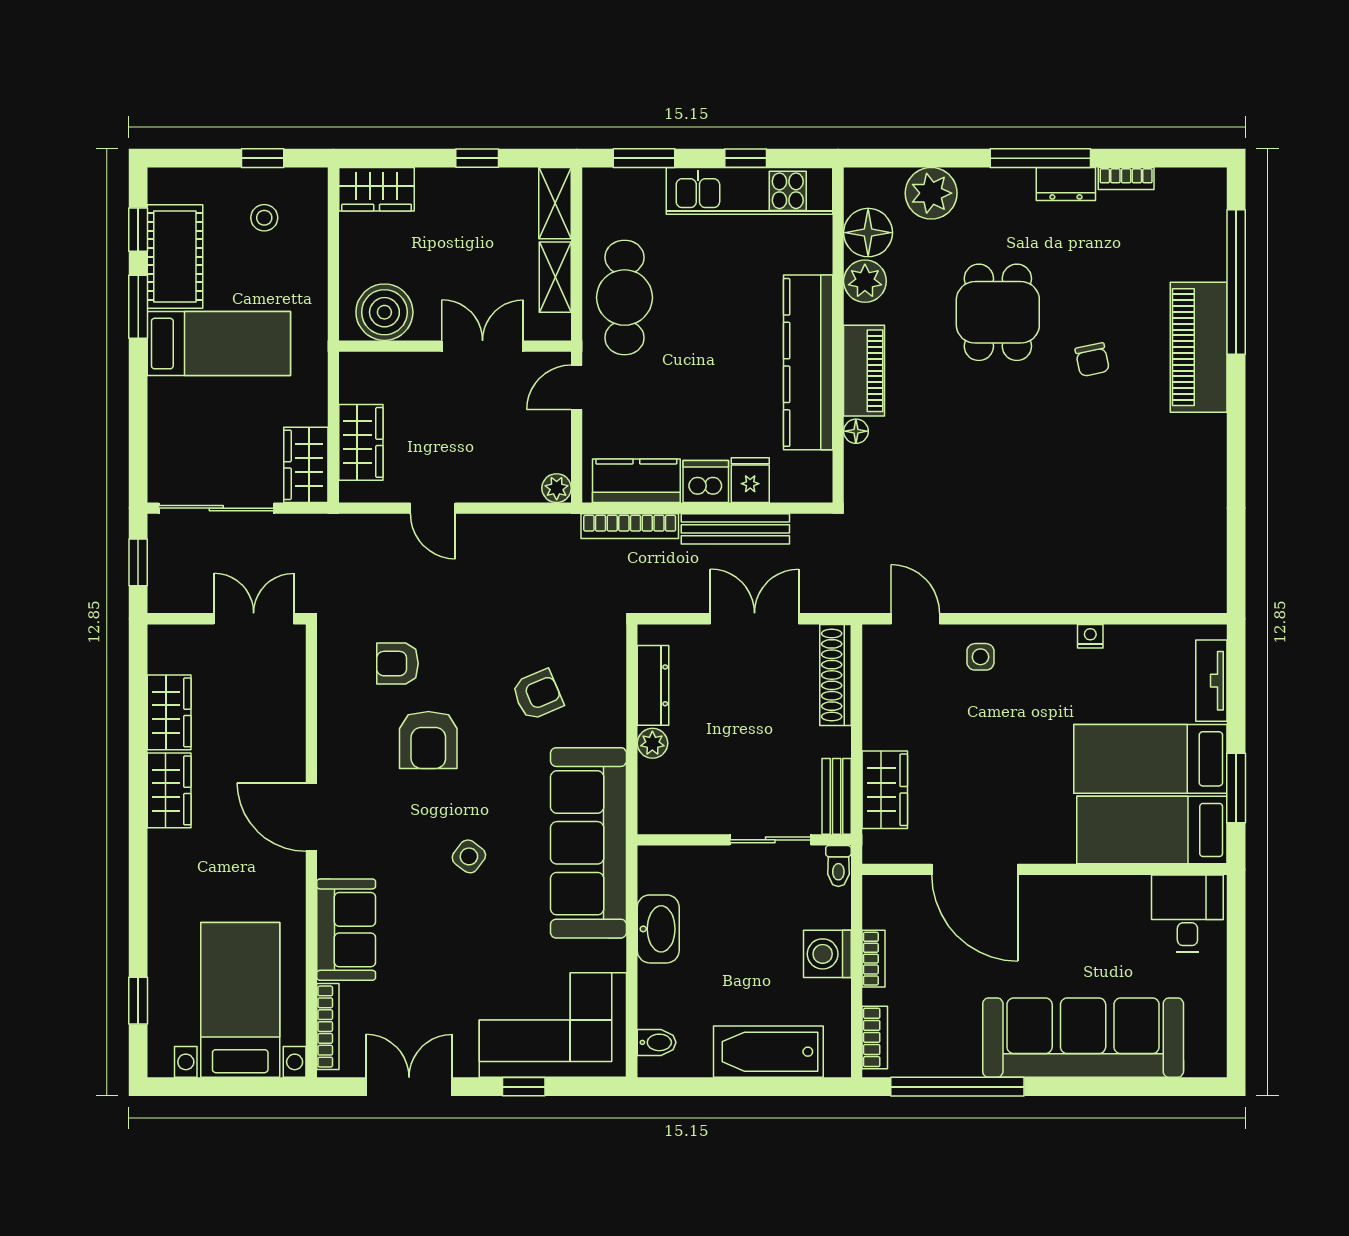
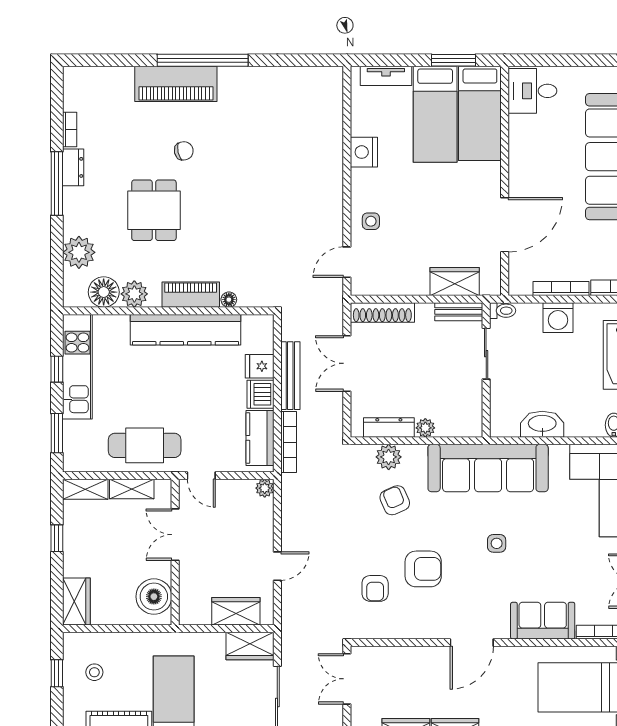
window: (1236, 282) -> (203, 60), moved
dining table: (998, 312) -> (154, 210), turned 90
nightstand: (1090, 636) -> (364, 152), width x1.89, depth x1.79
plant: (606, 685) -> (389, 457), added
side table: (469, 856) -> (497, 543), turned -37
bookcase: (874, 959) -> (561, 289), width x1.56

